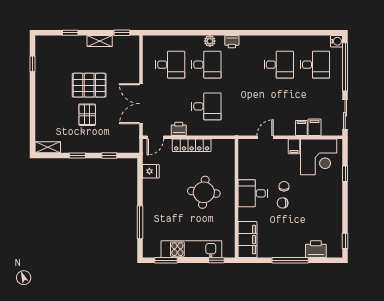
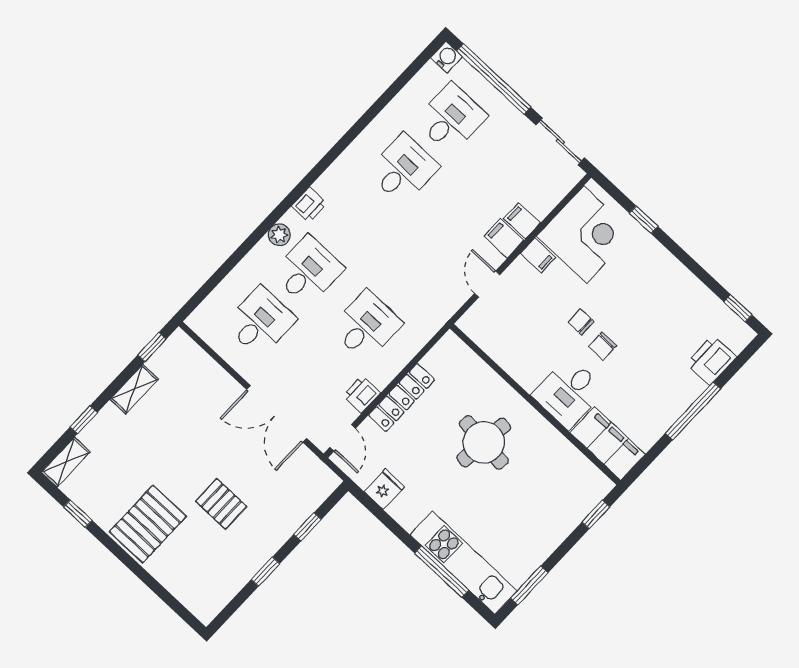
pallet: (89, 85) -> (148, 524), moved
filing cabinet: (315, 127) -> (504, 238), moved
shelving: (48, 147) -> (66, 462), moved
desk: (253, 193) -> (569, 393), moved
kitchen unit: (191, 249) -> (464, 563), moved, turned 90

